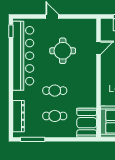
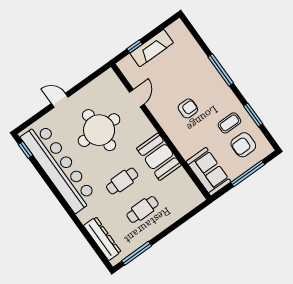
round table: (63, 51) -> (99, 130), width x1.36, depth x1.36
booth: (87, 123) -> (159, 157), moved

